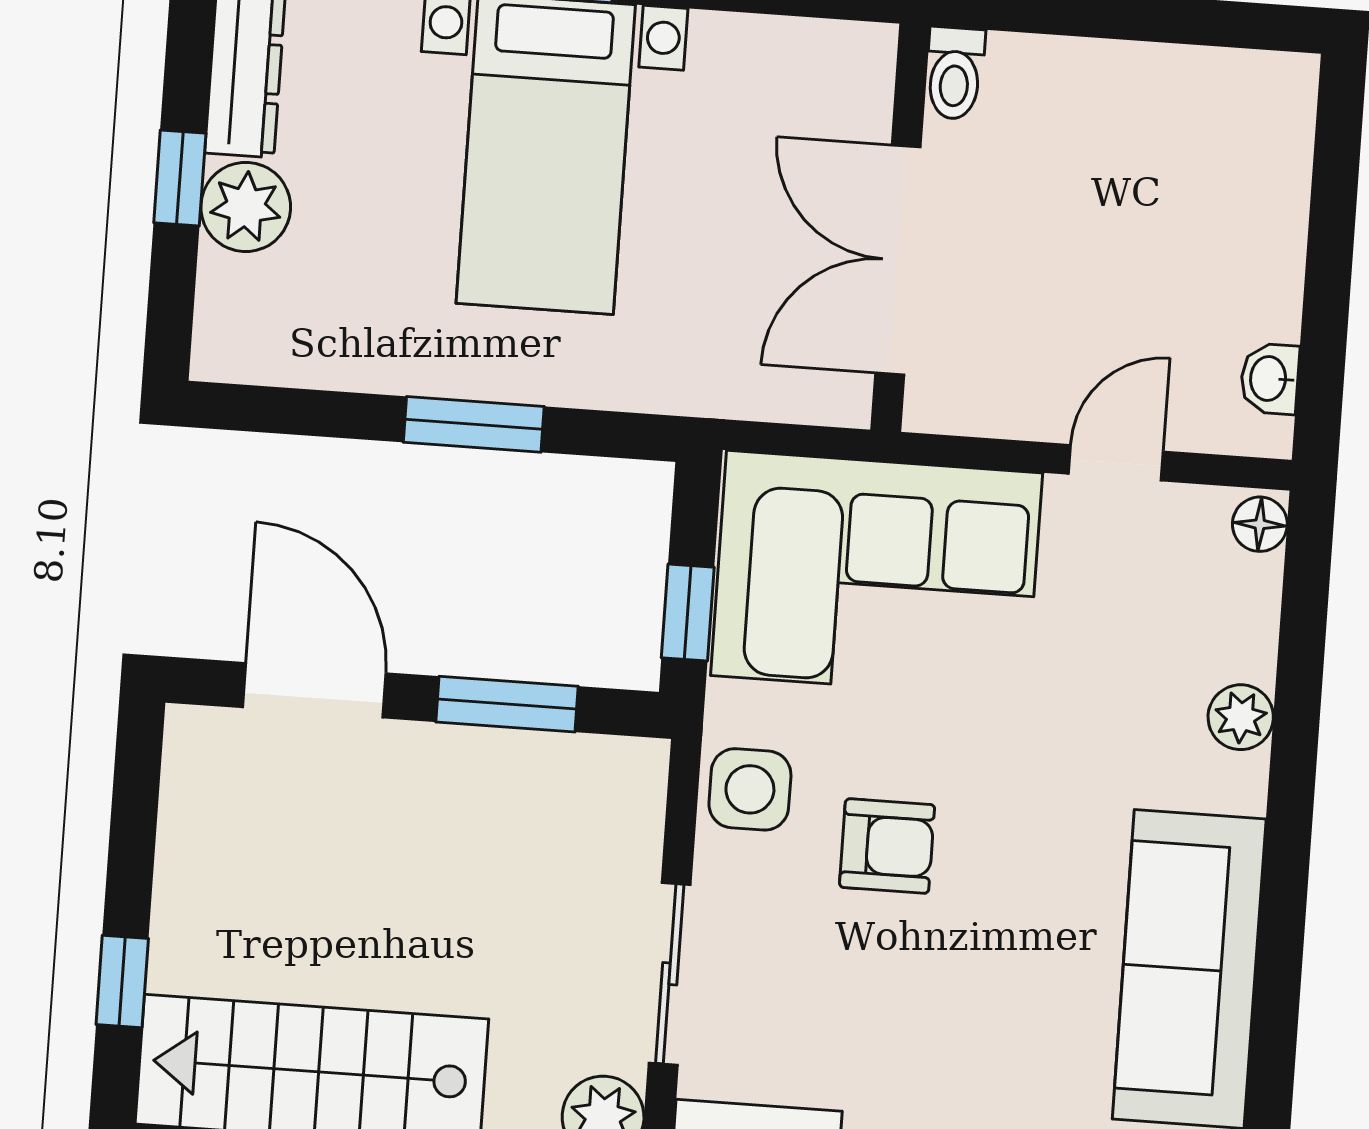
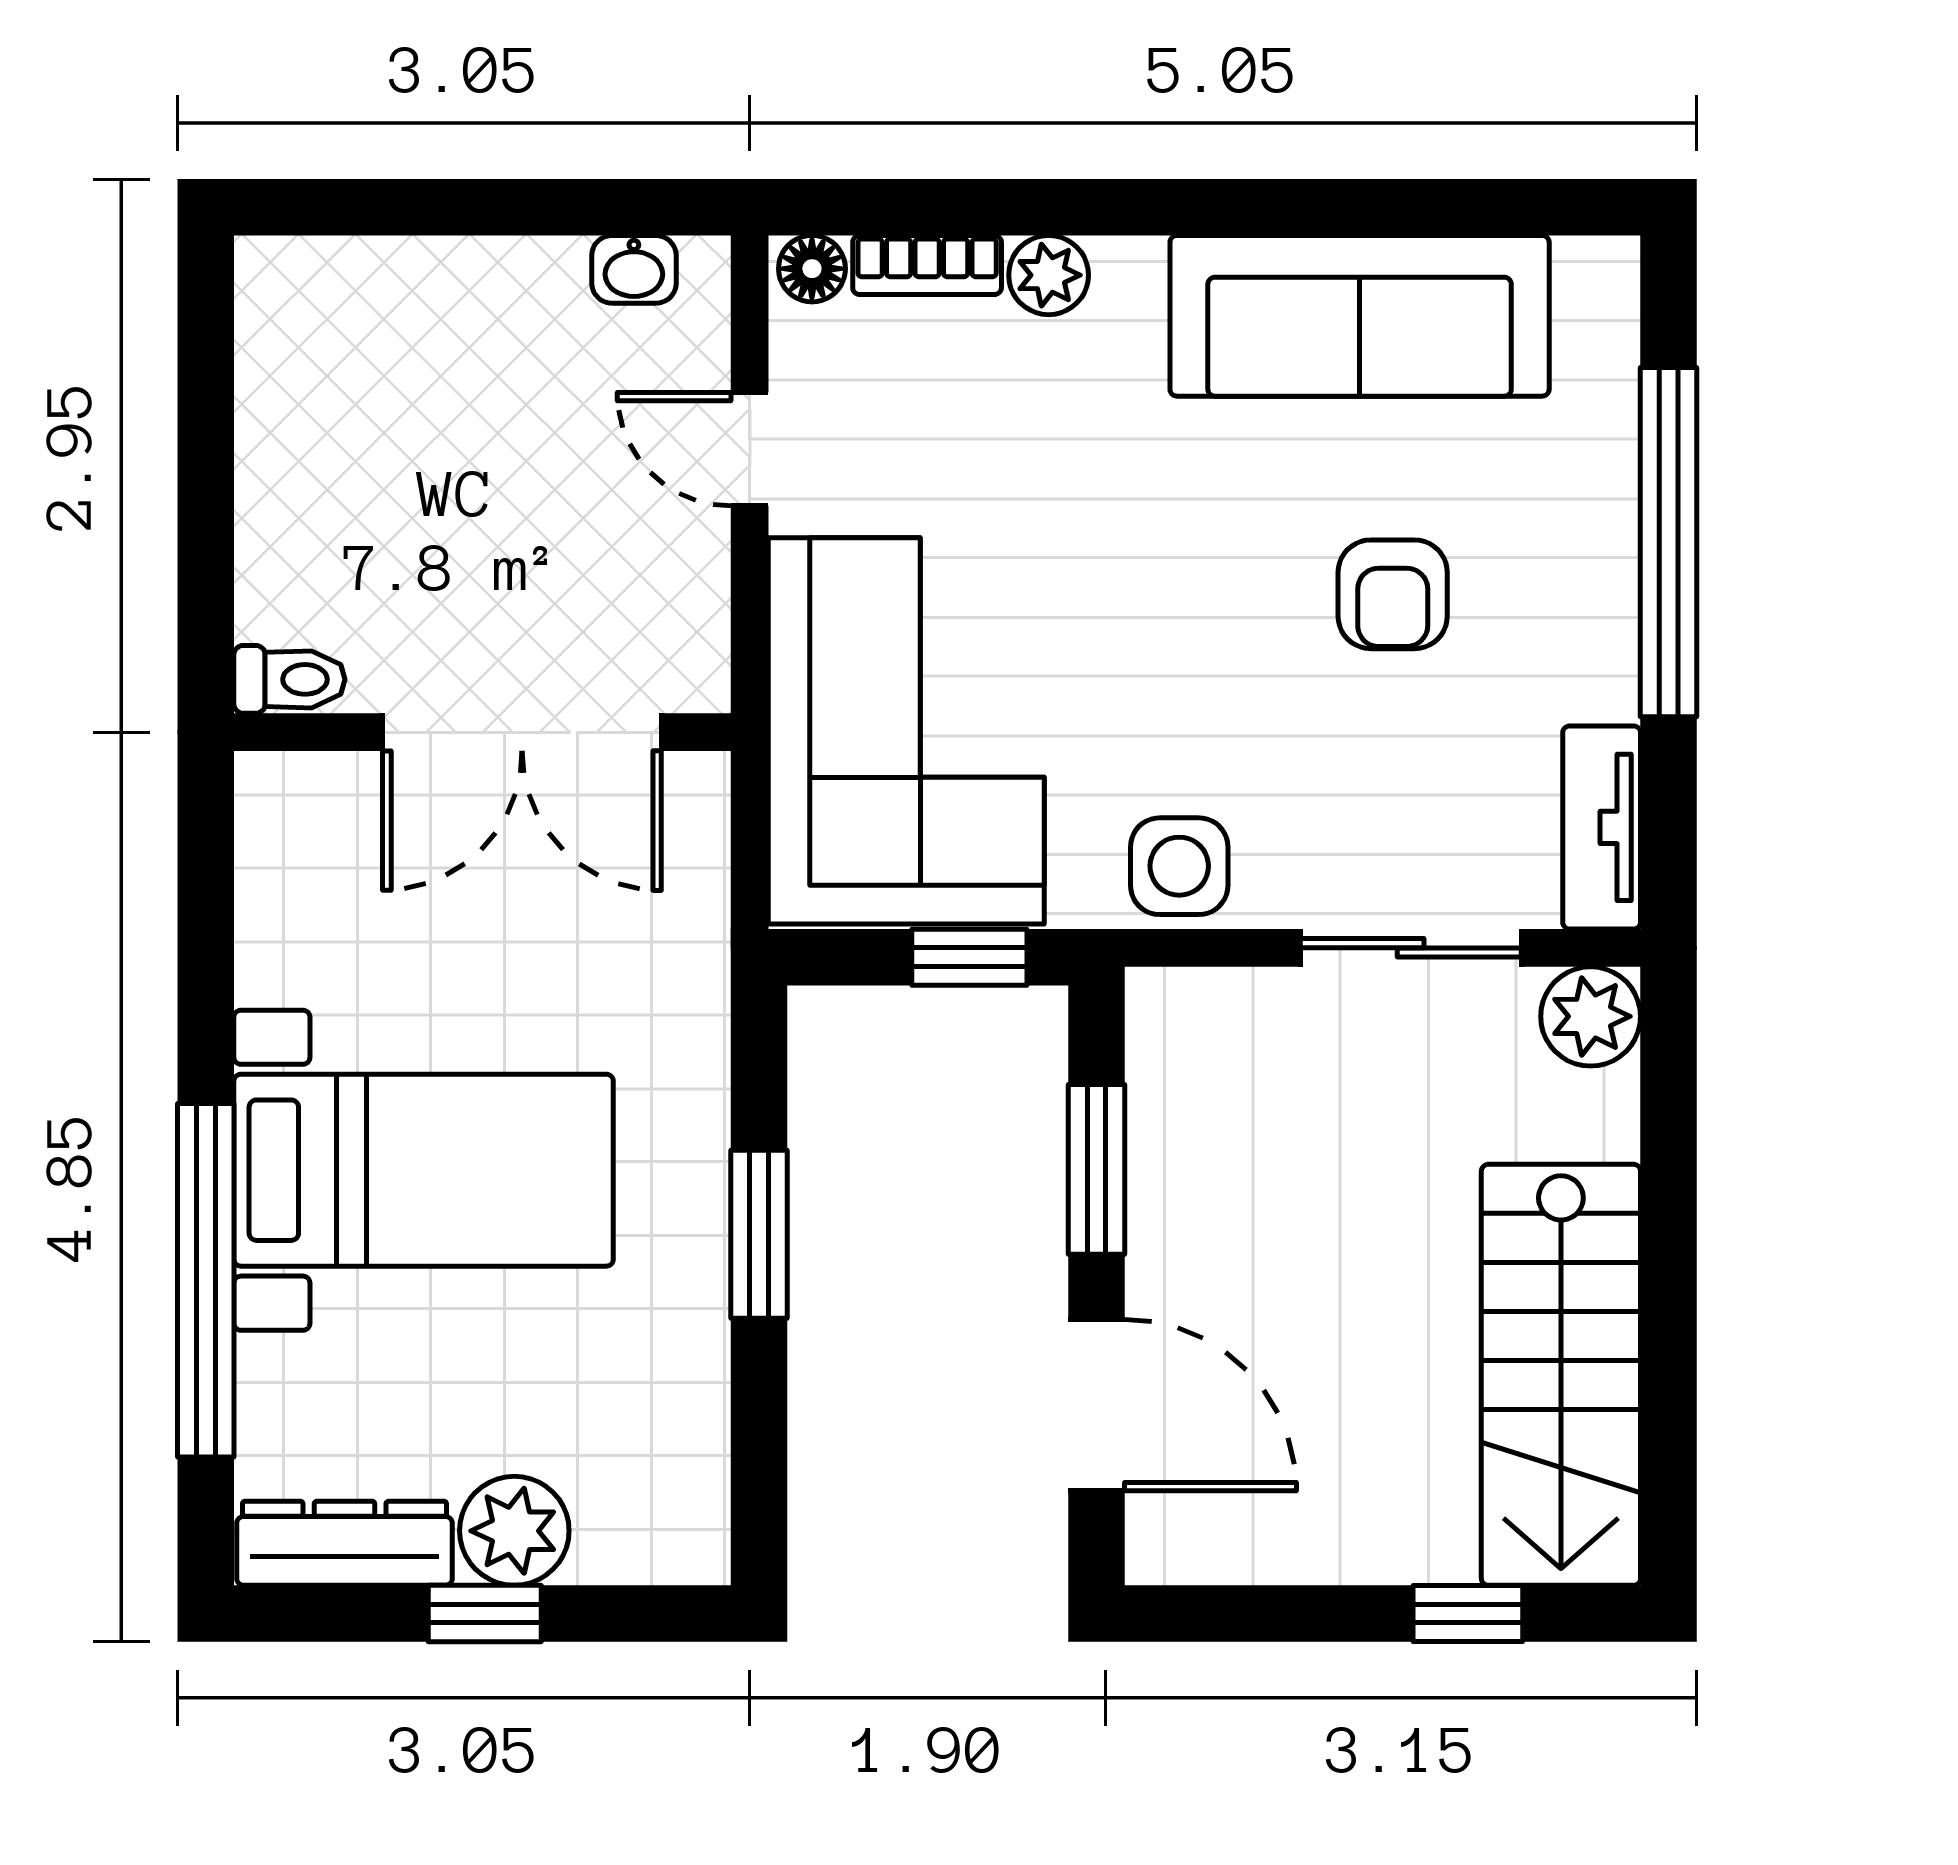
bookcase: (1256, 619) -> (927, 265), added
door: (314, 690) -> (1097, 1405), swing flipped
armchair: (887, 846) -> (1393, 594), moved, turned 180

